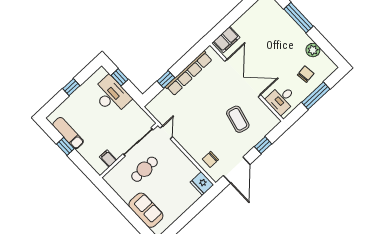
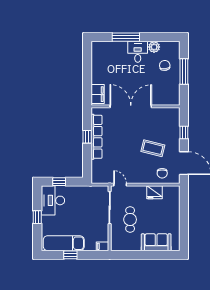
window: (166, 79) -> (87, 137), moved
desk: (111, 95) -> (53, 200), moved, turned -90
desk: (281, 99) -> (138, 52), moved, turned 180
coffee table: (238, 119) -> (153, 148), moved
exam couch: (68, 133) -> (64, 243), width x1.36, depth x1.45
filing cabinet: (108, 159) -> (102, 246), moved
fridge: (202, 183) -> (154, 192), moved

